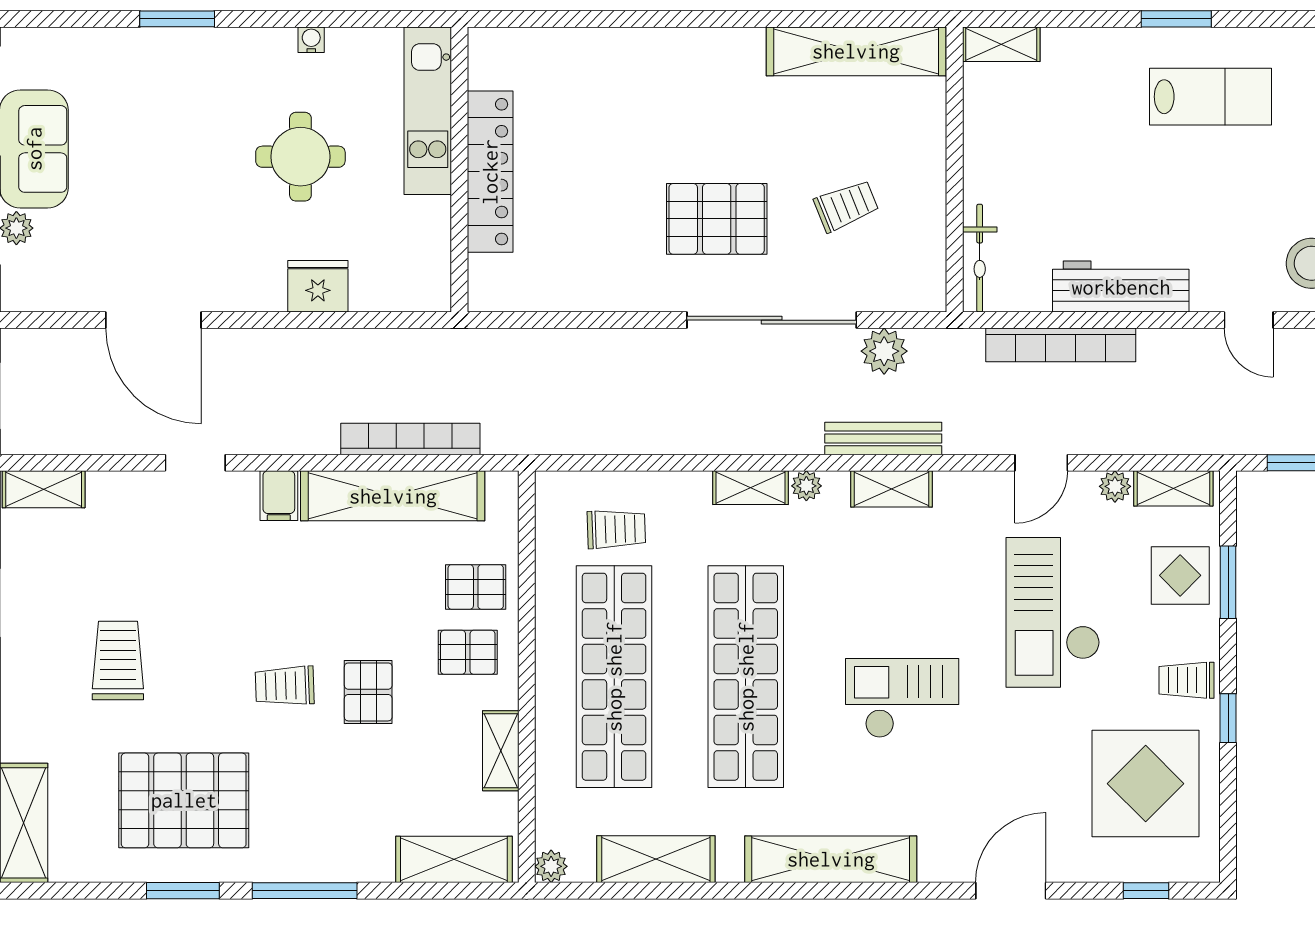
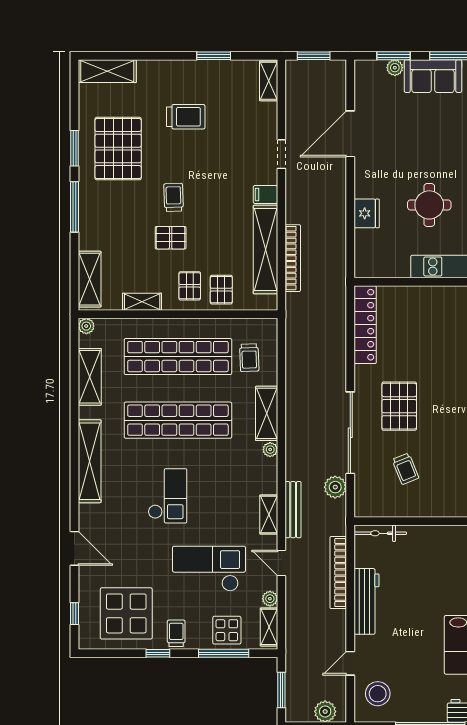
locker: (490, 172) -> (365, 325), moved, turned -90
bench: (883, 438) -> (293, 510), moved
shelving: (750, 488) -> (267, 413), width x1.50, depth x1.33
shelving: (891, 489) -> (269, 515), moved
window: (1228, 582) -> (224, 653), width x1.44

